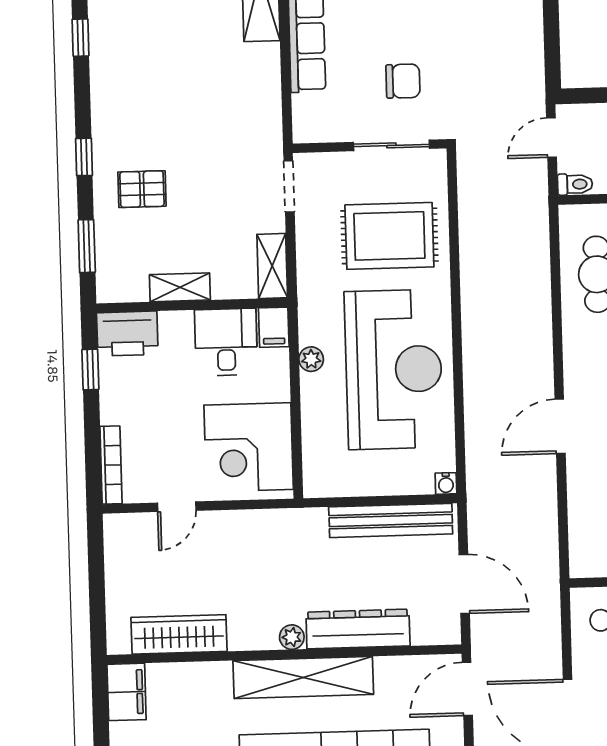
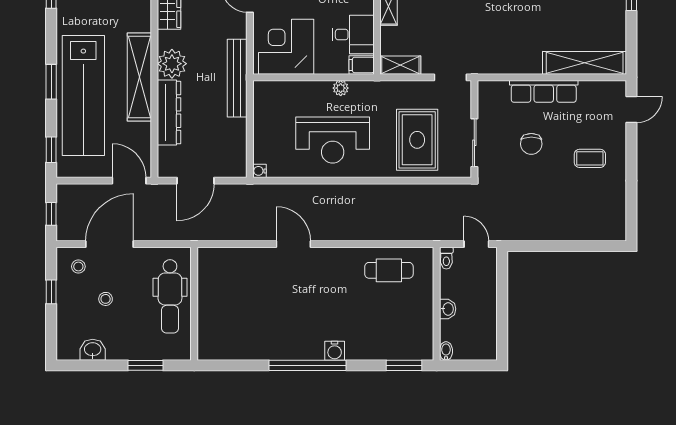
chair: (403, 81) -> (531, 144), moved
reception desk: (394, 369) -> (333, 140), width x0.74, depth x0.77
bench: (391, 520) -> (237, 78), moved
plant: (292, 637) -> (172, 64), width x1.88, depth x1.88

